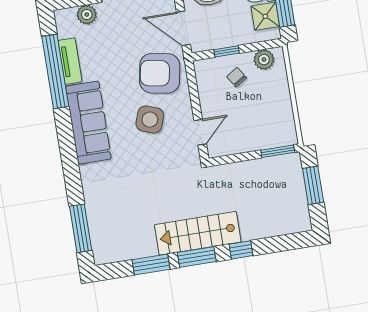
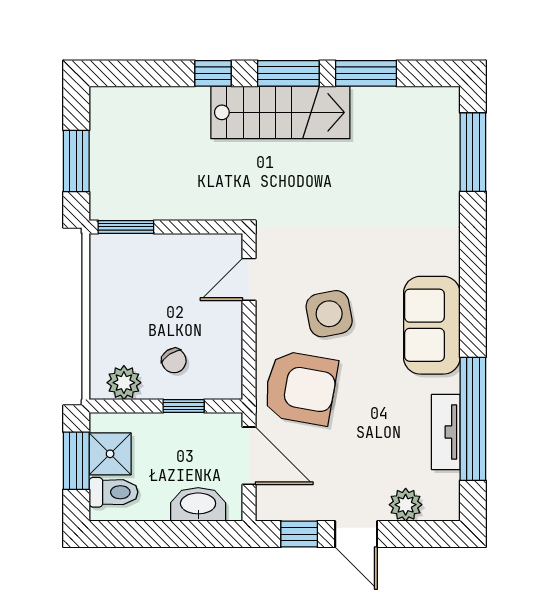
side table: (150, 120) -> (329, 314), turned -31
sofa: (88, 123) -> (432, 325), width x0.73

